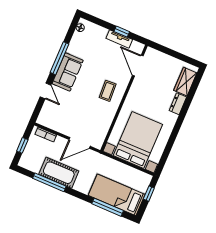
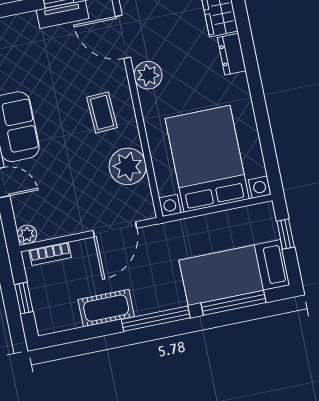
plant: (137, 89) -> (148, 75), added
plant: (42, 120) -> (27, 235), added
plant: (103, 121) -> (128, 166), added
cot: (59, 173) -> (106, 308), width x0.73, depth x0.75
window: (49, 182) -> (156, 319), moved

